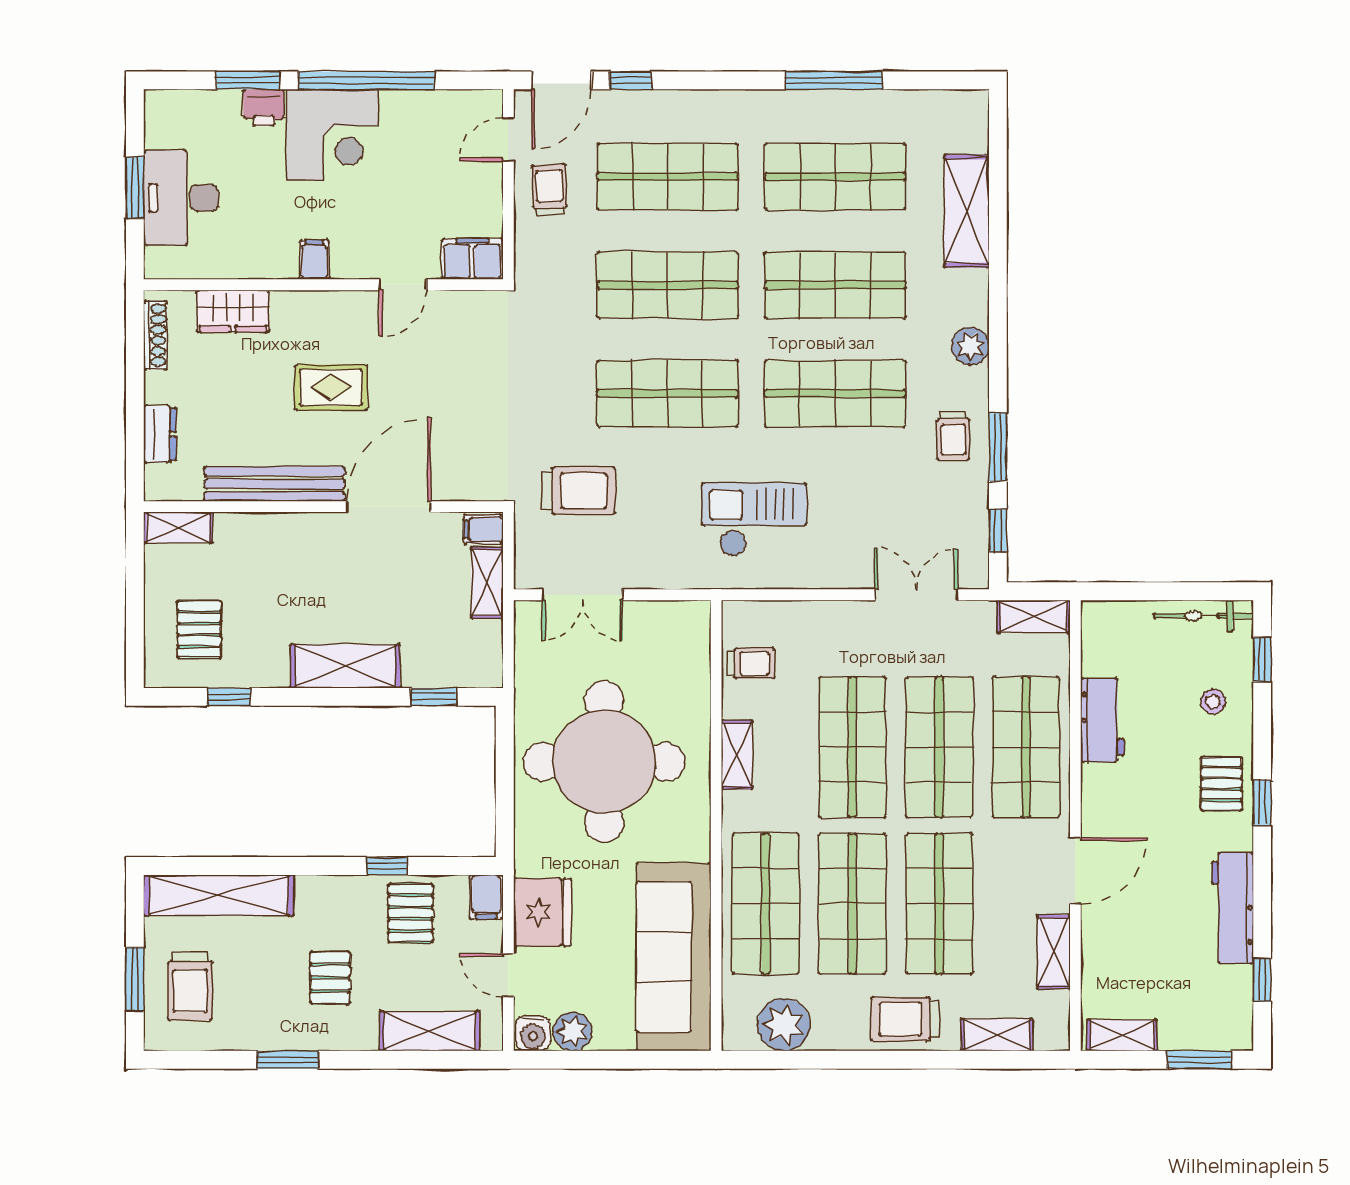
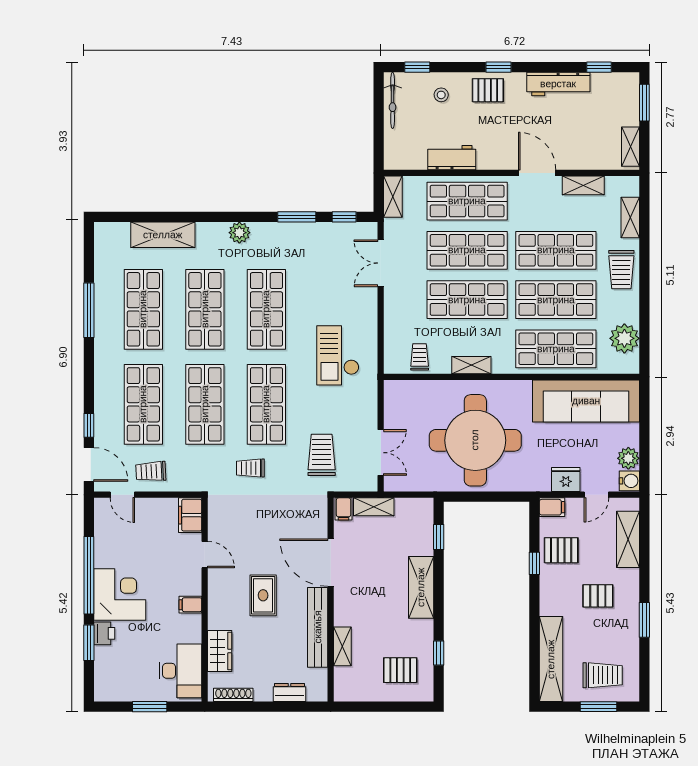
desk: (181, 198) -> (181, 671), moved, turned -90
trolley: (953, 436) -> (250, 468), moved, turned 180
shelving: (178, 527) -> (342, 646), moved
fridge: (542, 912) -> (566, 480), width x0.73, depth x0.75

